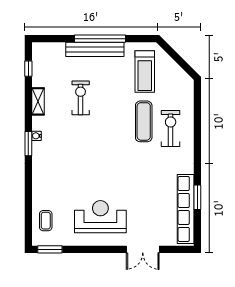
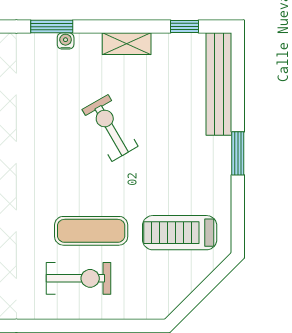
window: (100, 39) -> (238, 153), width x0.47
bench: (95, 49) -> (219, 84), moved
exercise bike: (81, 98) -> (110, 128), moved, turned -120

